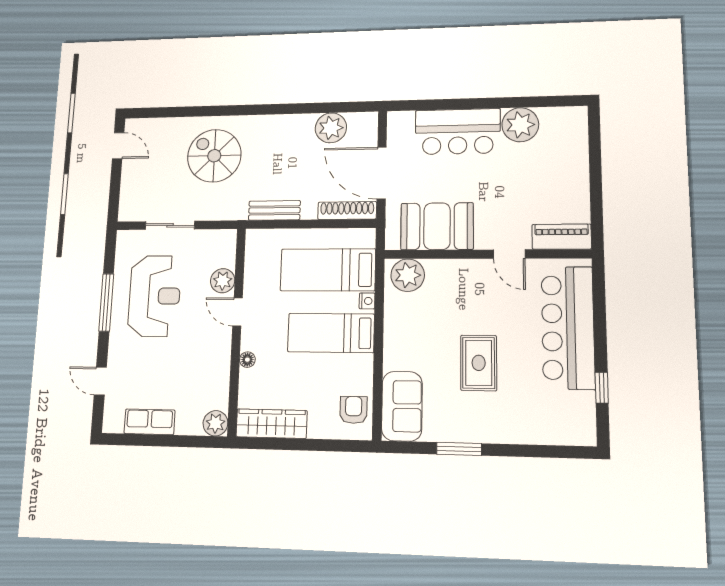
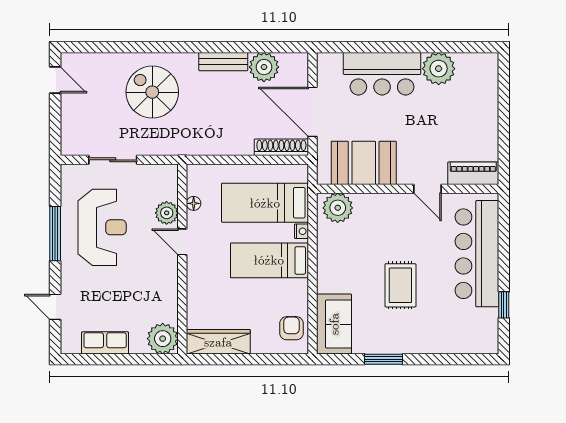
bench: (274, 210) -> (223, 62), moved
floor lamp: (247, 360) -> (194, 203), moved
plant: (215, 423) -> (163, 339), width x1.36, depth x1.36

